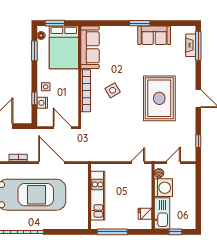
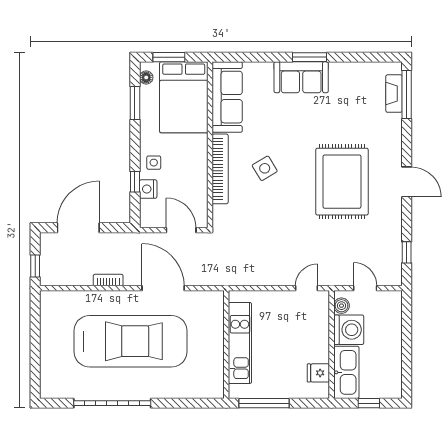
sofa: (154, 35) -> (301, 77), moved
door: (173, 163) -> (365, 288), hinge flipped

